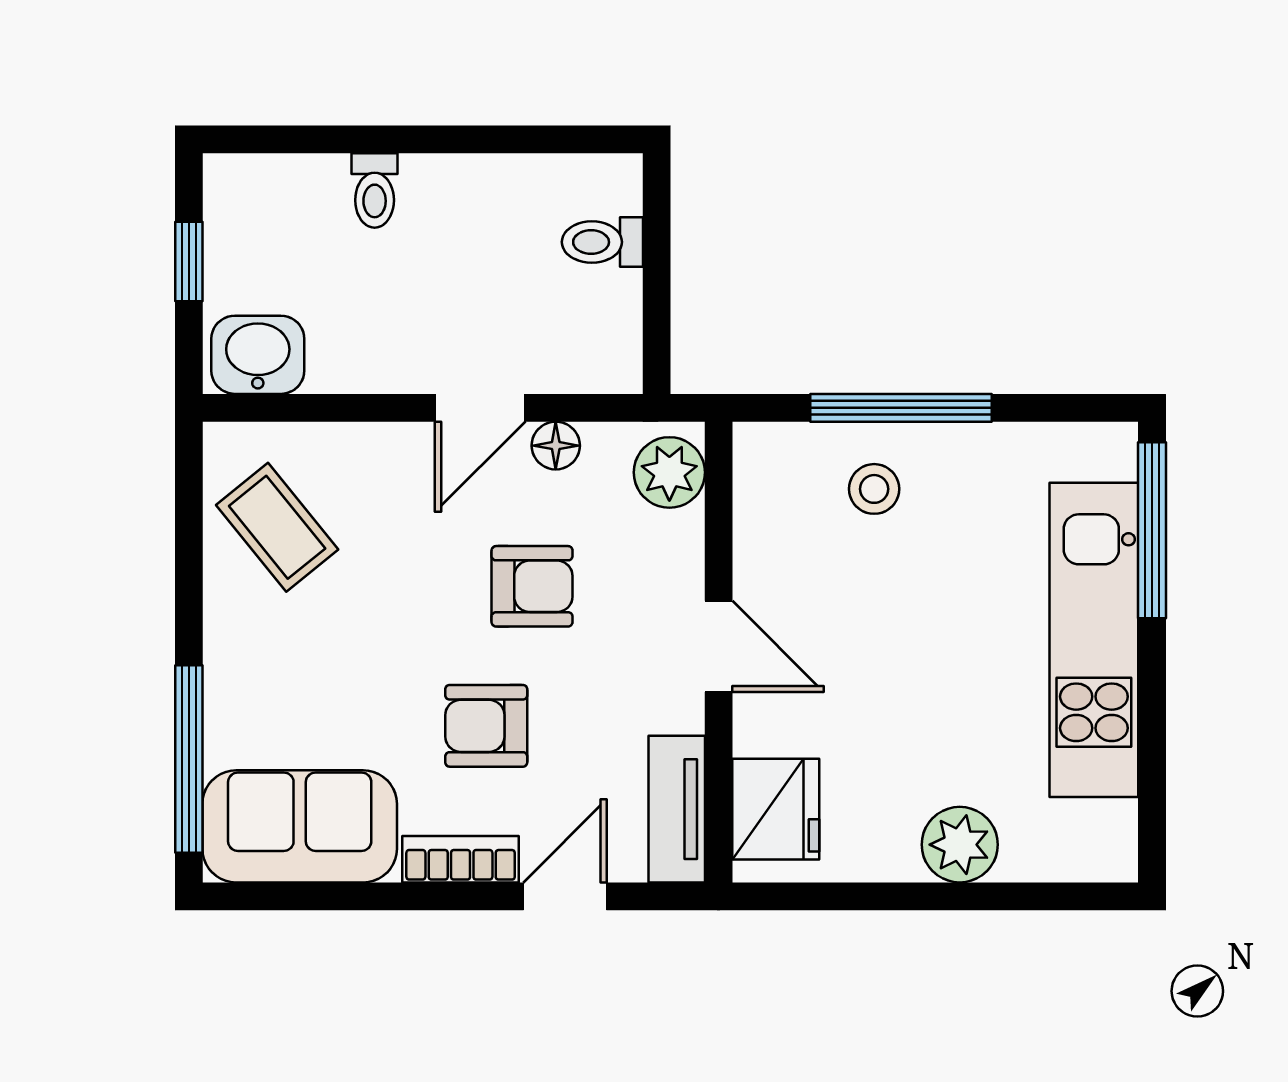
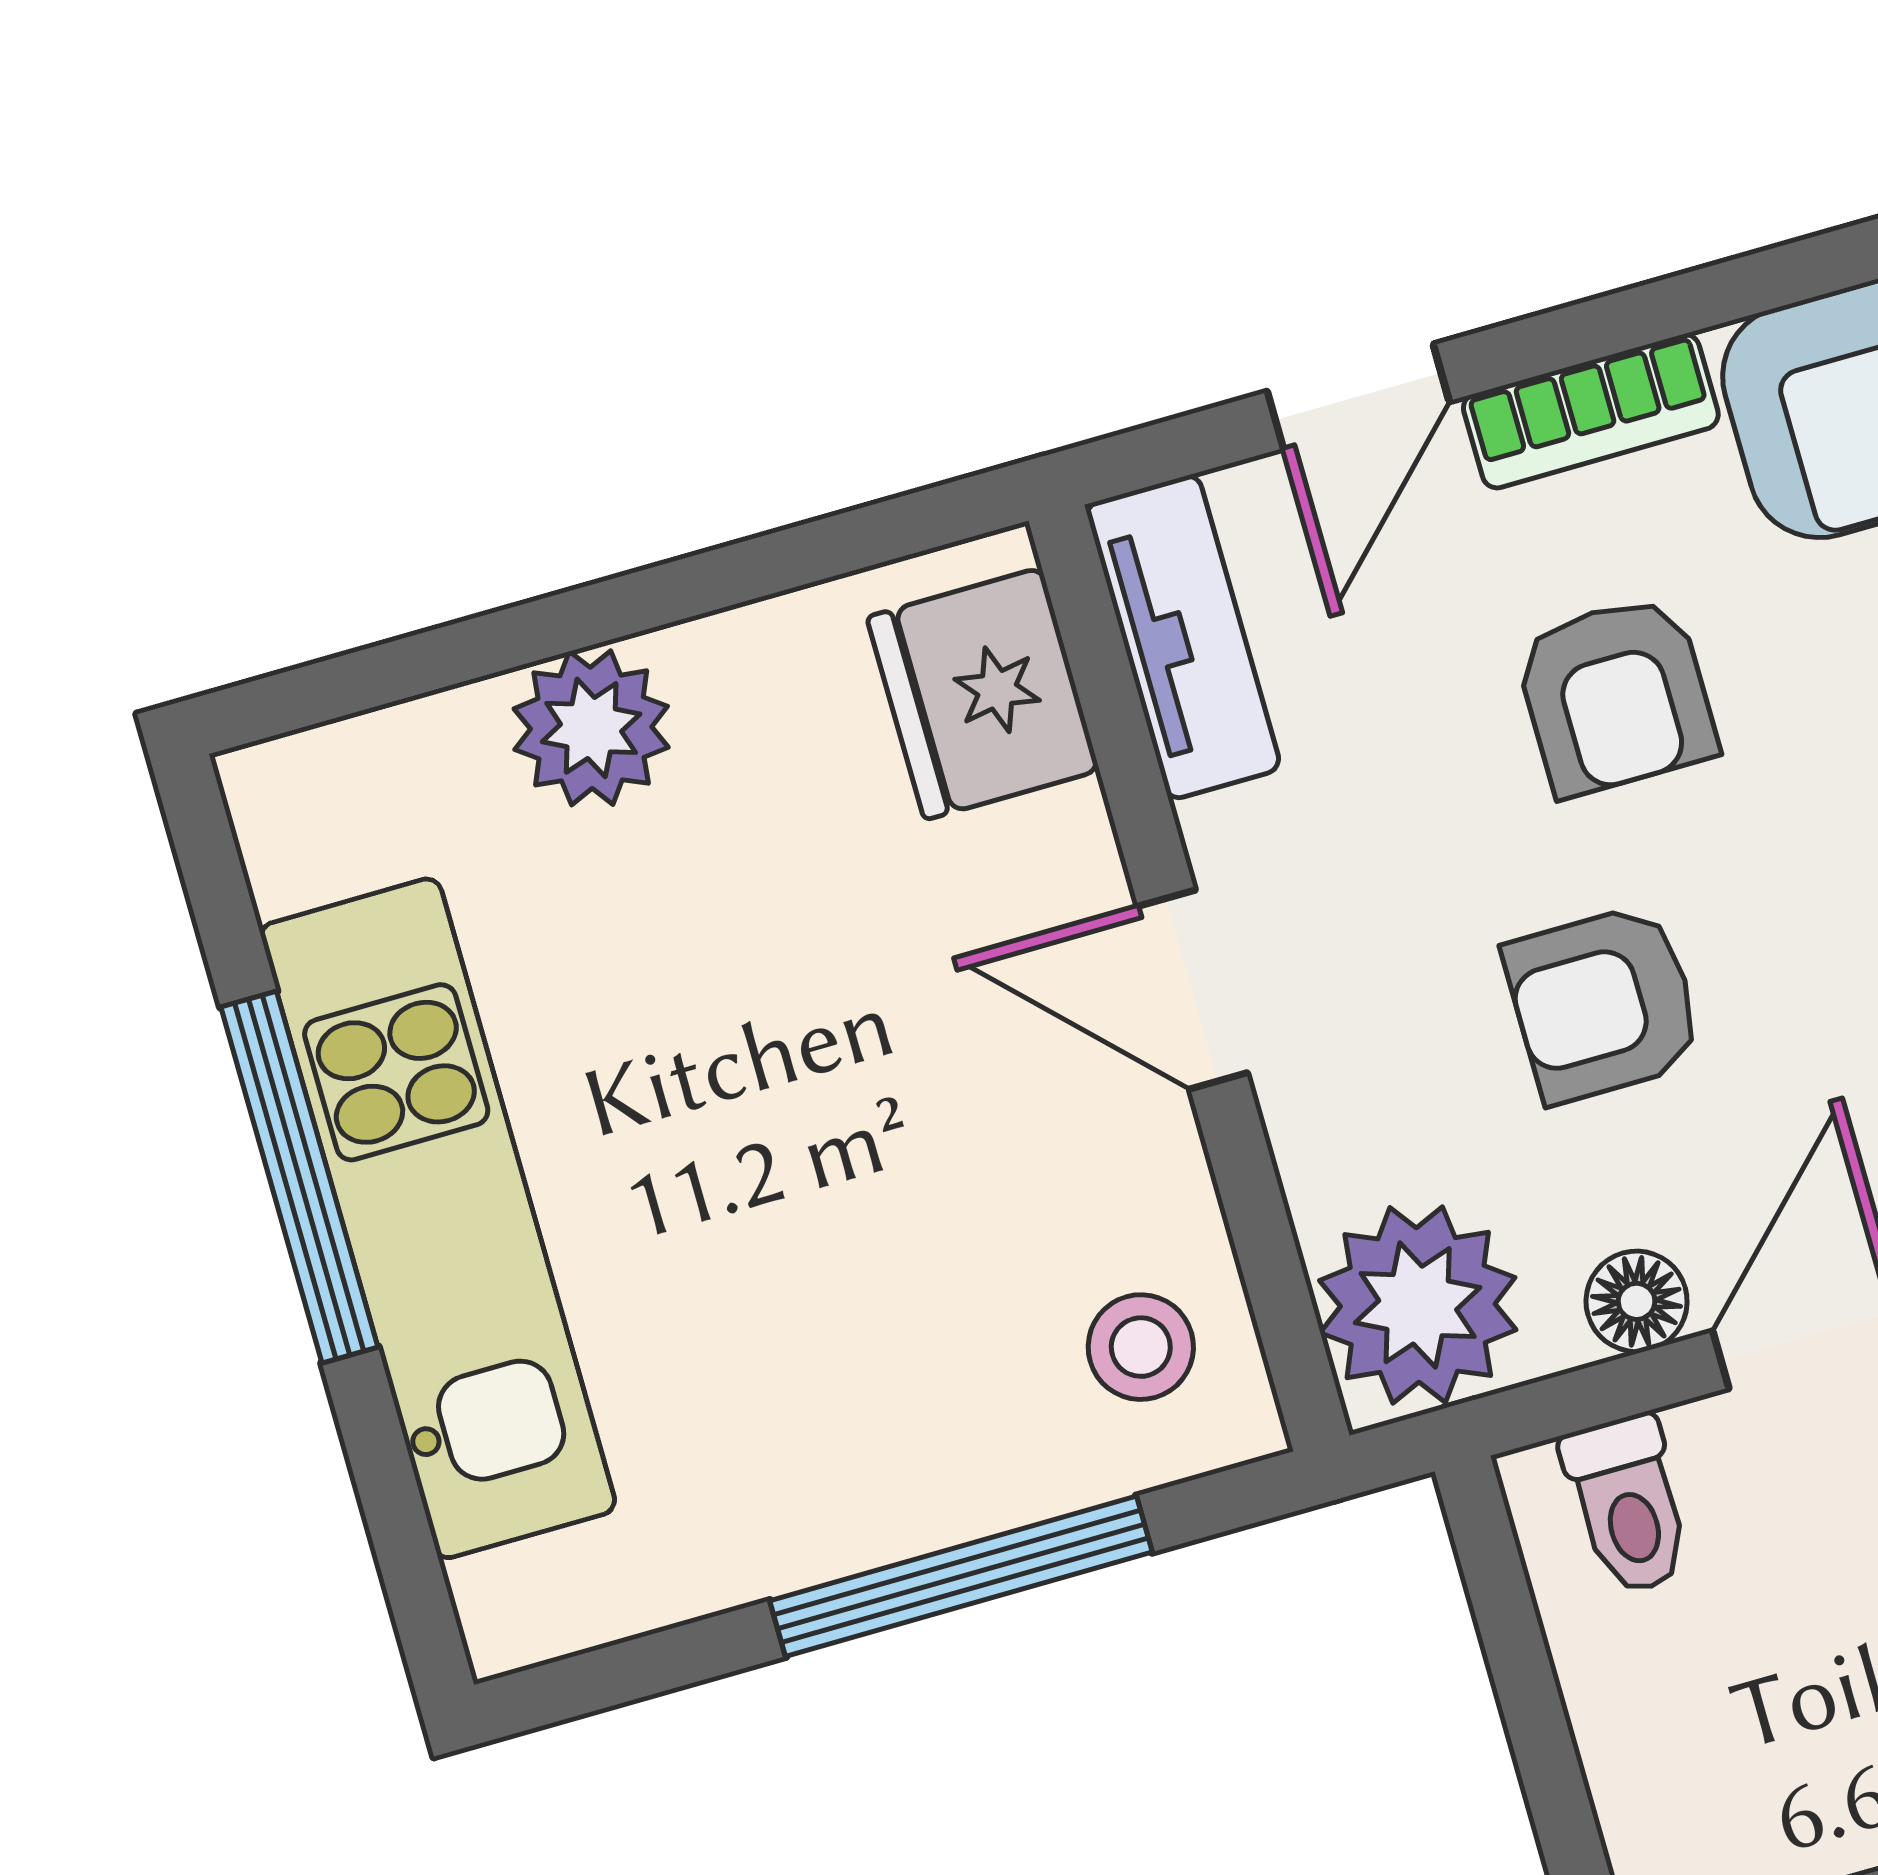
toilet: (602, 242) -> (1628, 1505), moved, turned 90
plant: (669, 472) -> (1418, 1305), width x1.36, depth x1.36
stool: (874, 489) -> (1141, 1347), moved
window: (1152, 530) -> (299, 1177), moved
armchair: (486, 726) -> (1616, 695), turned 90

